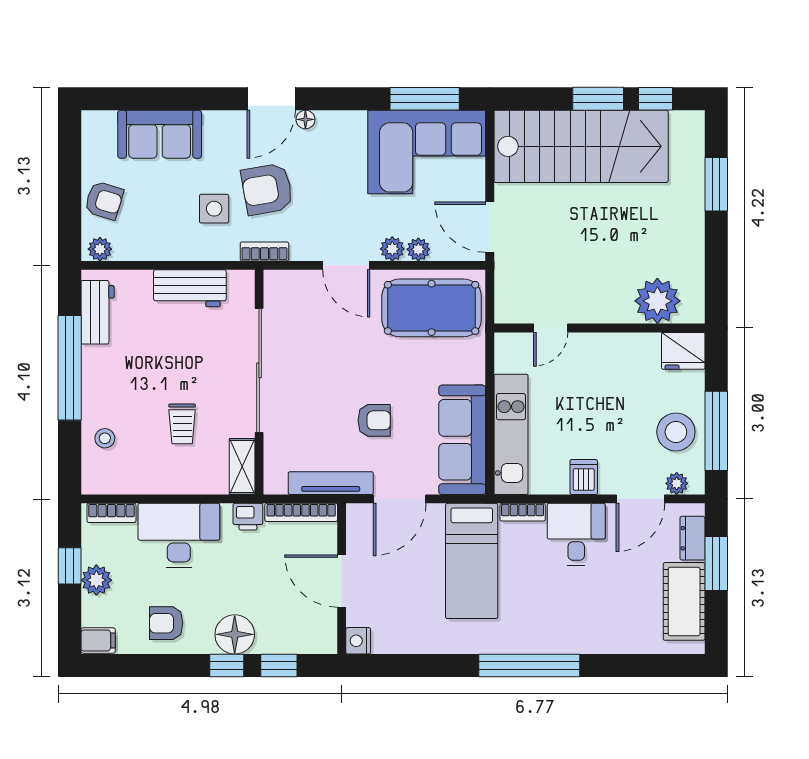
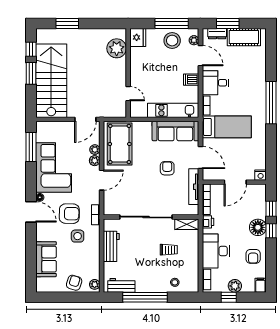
corner sofa: (427, 152) -> (54, 168), moved
armchair: (267, 189) -> (69, 214), turned -79

